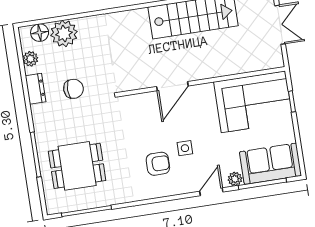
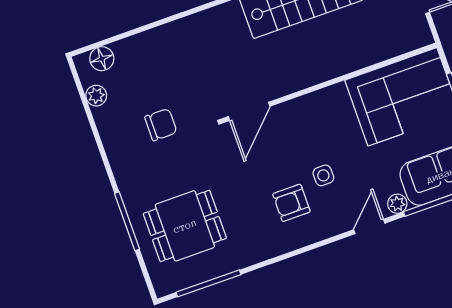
plant: (64, 34) -> (134, 54), removed
door: (172, 86) -> (249, 111), moved
dresser: (36, 89) -> (111, 134), removed
armchair: (158, 164) -> (291, 203), turned 180

